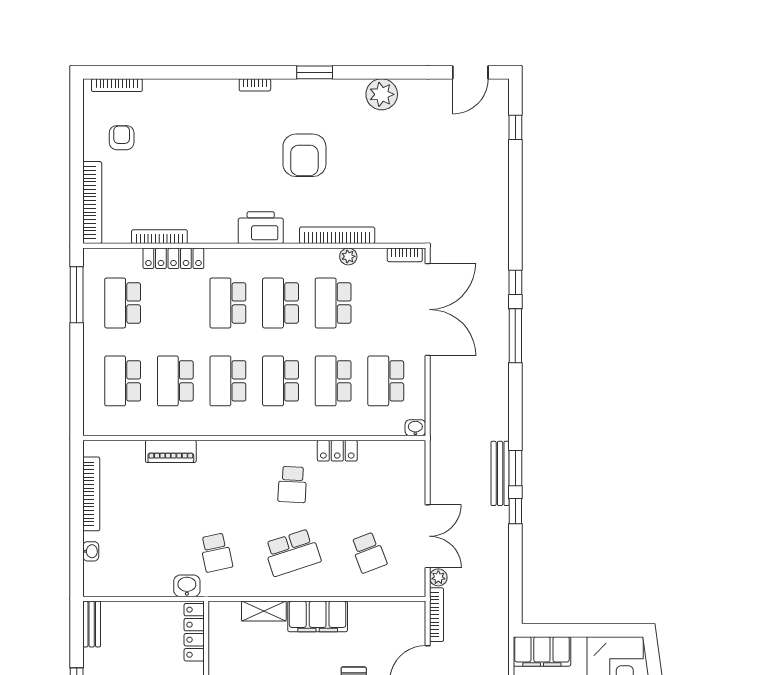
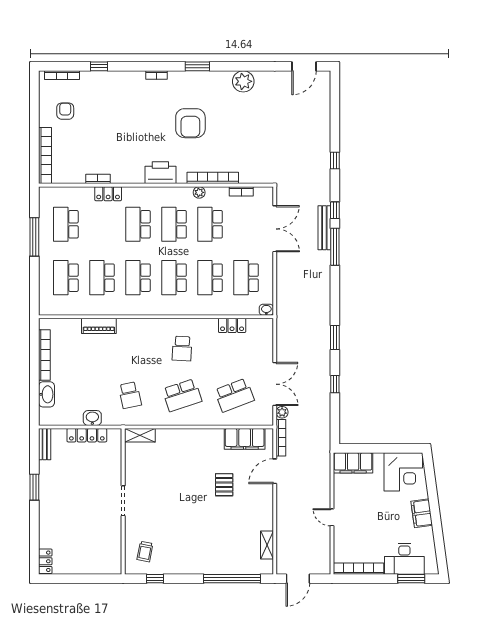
window: (171, 72) -> (99, 66), added
window: (515, 127) -> (335, 161), moved
bookcase: (159, 237) -> (98, 179), width x0.64
bookcase: (405, 255) -> (241, 191), moved
plant: (348, 256) -> (199, 192), moved
locker: (173, 258) -> (108, 194), width x0.66
window: (77, 295) -> (34, 237), moved
double door: (428, 309) -> (275, 229), width x0.73
locker: (337, 451) -> (232, 325), moved
bench: (500, 473) -> (324, 228), moved
window: (515, 511) -> (335, 384), moved
washbasin: (91, 551) -> (47, 394), width x1.91, depth x1.45
school desk: (369, 552) -> (234, 395), width x1.85
washbasin: (187, 586) -> (92, 418), moved
shelving: (264, 611) -> (140, 435), moved
filing cabinet: (318, 616) -> (245, 439), moved
locker: (194, 632) -> (87, 435), moved, turned -90

